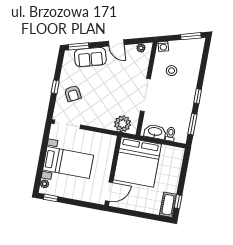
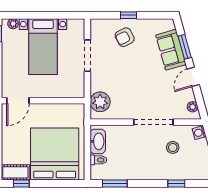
window: (79, 46) -> (185, 47), moved
doorway: (145, 95) -> (153, 122), moved
window: (198, 96) -> (176, 183), moved
doorway: (67, 124) -> (87, 56), moved
bed: (137, 162) -> (55, 154), moved, turned 90
door: (109, 192) -> (18, 101), hinge flipped

